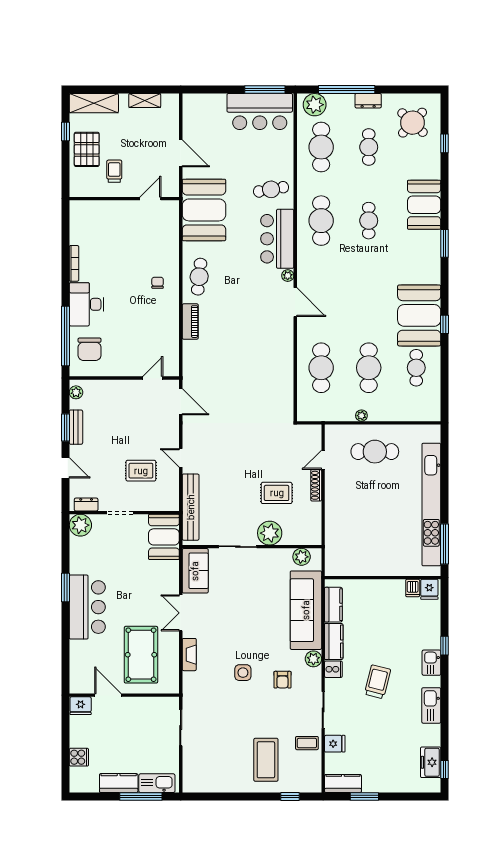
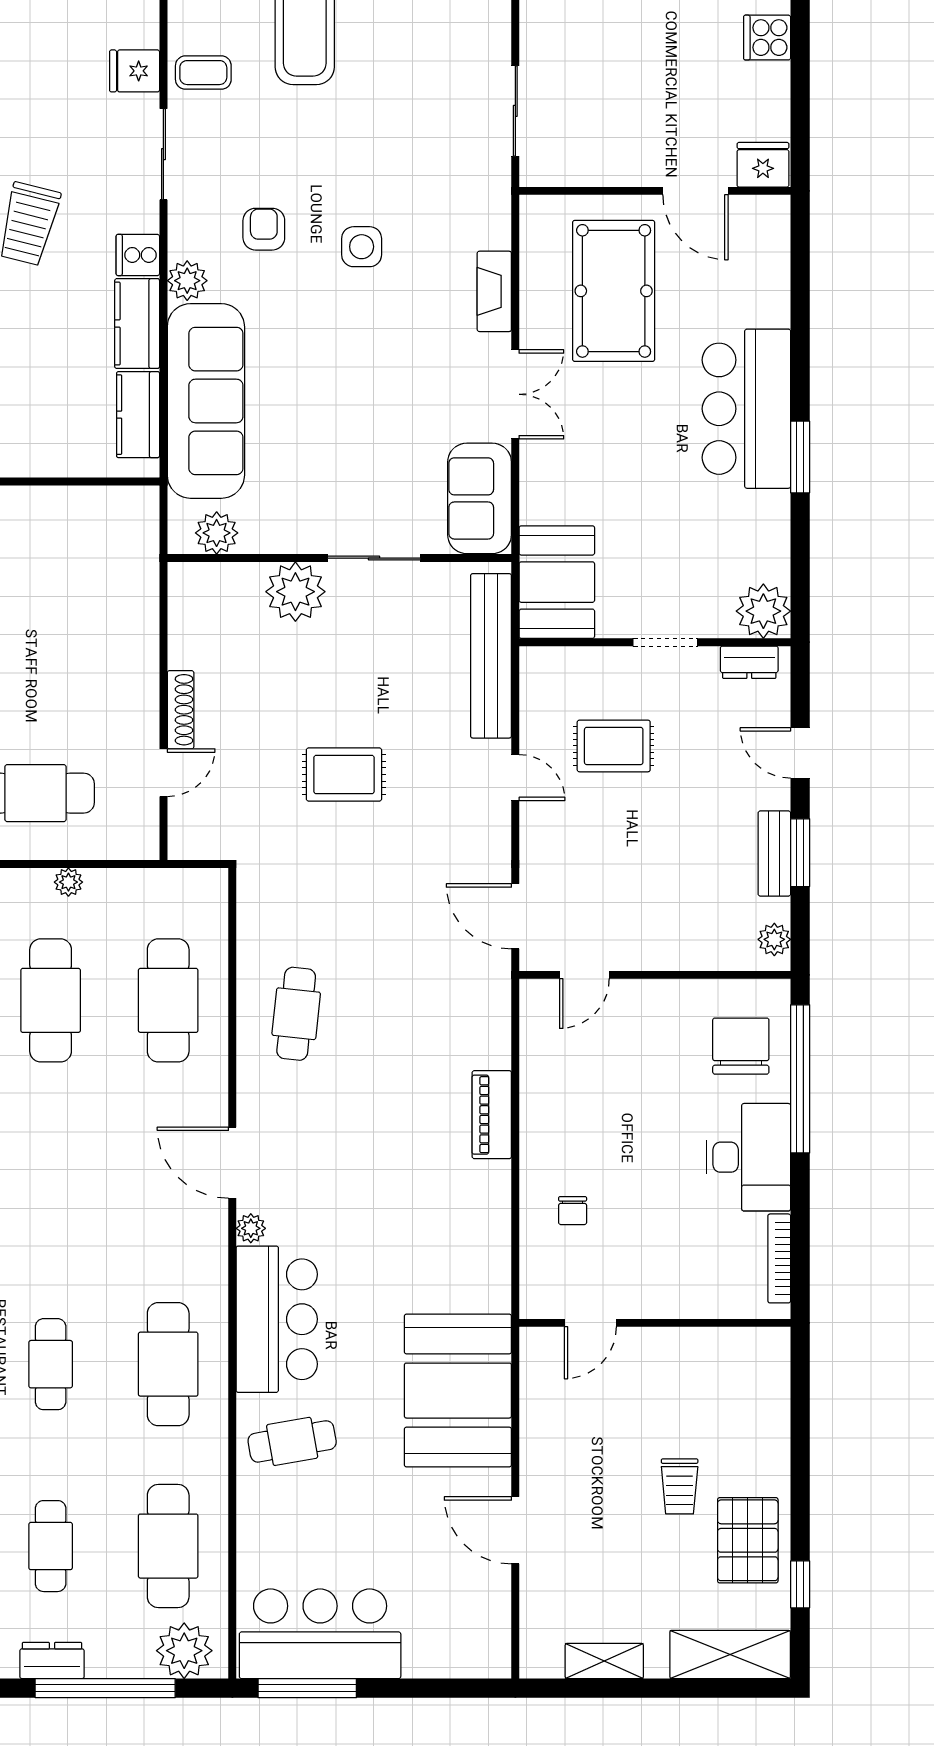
wall: (124, 199) -> (655, 1323), moved
door: (150, 199) -> (590, 1323), moved
cafe table: (199, 277) -> (296, 1014), moved
rug: (277, 493) -> (344, 775), moved

